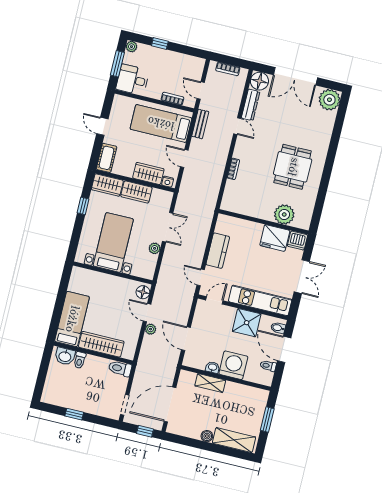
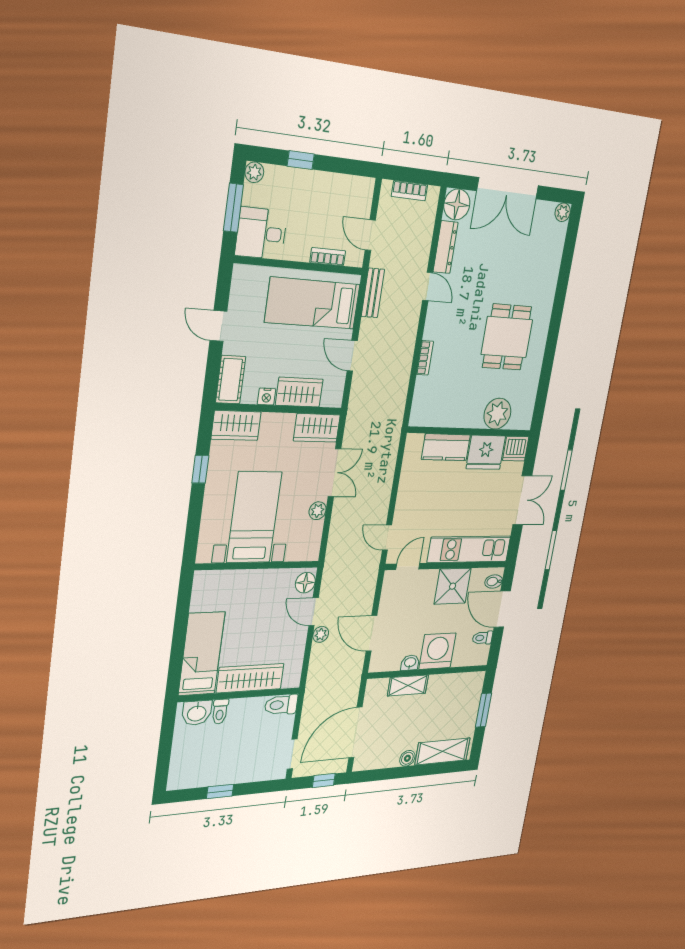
plant: (329, 100) -> (563, 212), width x0.53, depth x0.53
nightstand: (168, 182) -> (267, 397), moved
wardrobe: (136, 192) -> (317, 428), moved
kitchen counter: (218, 251) -> (446, 447), moved, turned 90

